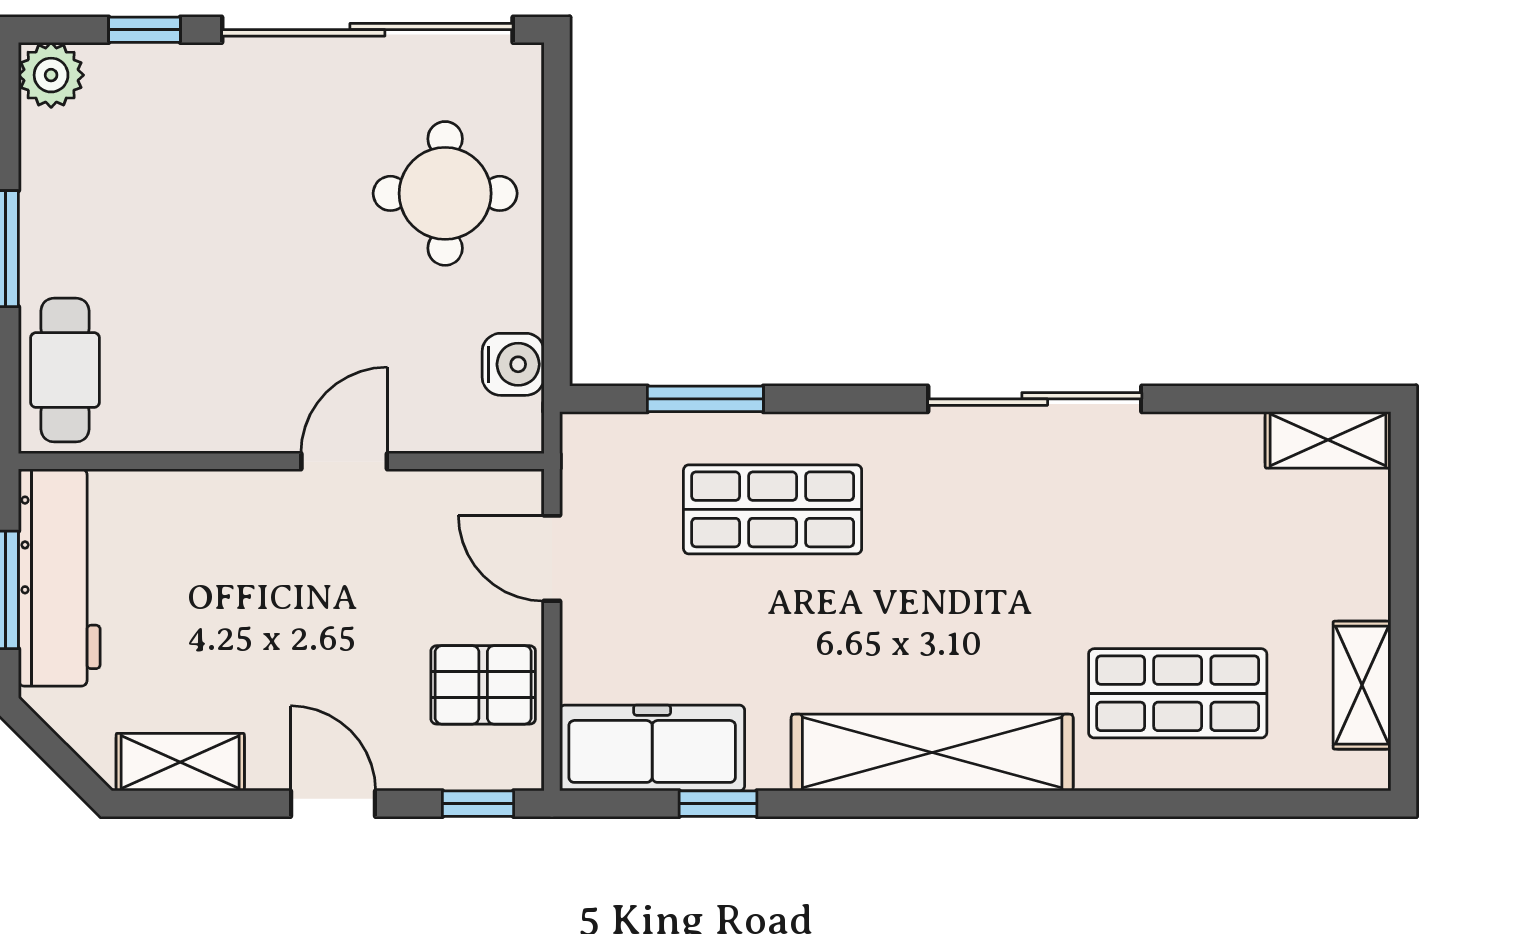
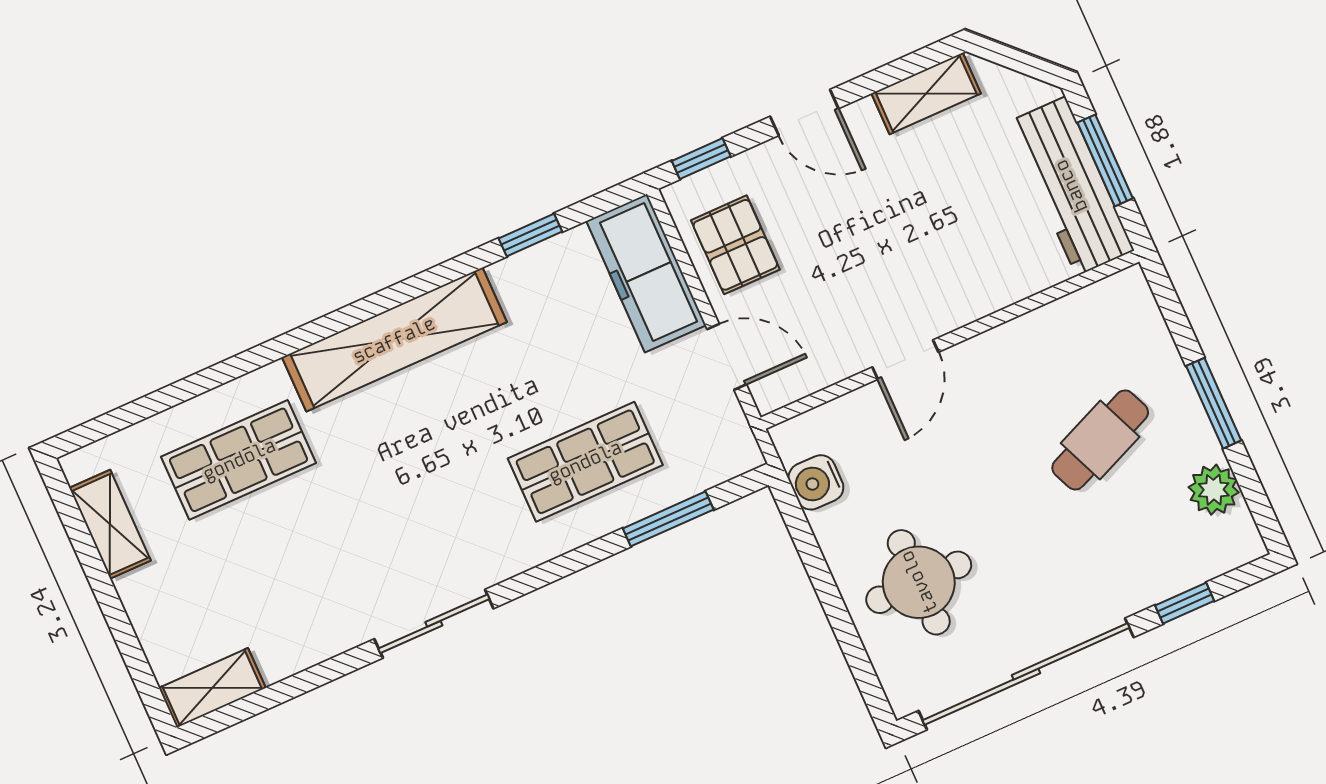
plant: (51, 75) -> (1214, 490), moved
cafe table: (65, 370) -> (1100, 440), moved, turned 67
sliding door: (1035, 399) -> (434, 624), width x0.73
pallet: (483, 685) -> (735, 245), turned 90
freezer: (652, 748) -> (646, 273), moved, turned 90

